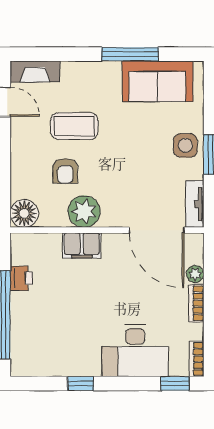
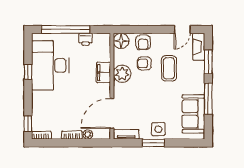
window: (63, 54) -> (208, 62), added
armchair: (27, 173) -> (143, 42), added
desk: (135, 351) -> (50, 65), moved, width x1.36, depth x1.30

